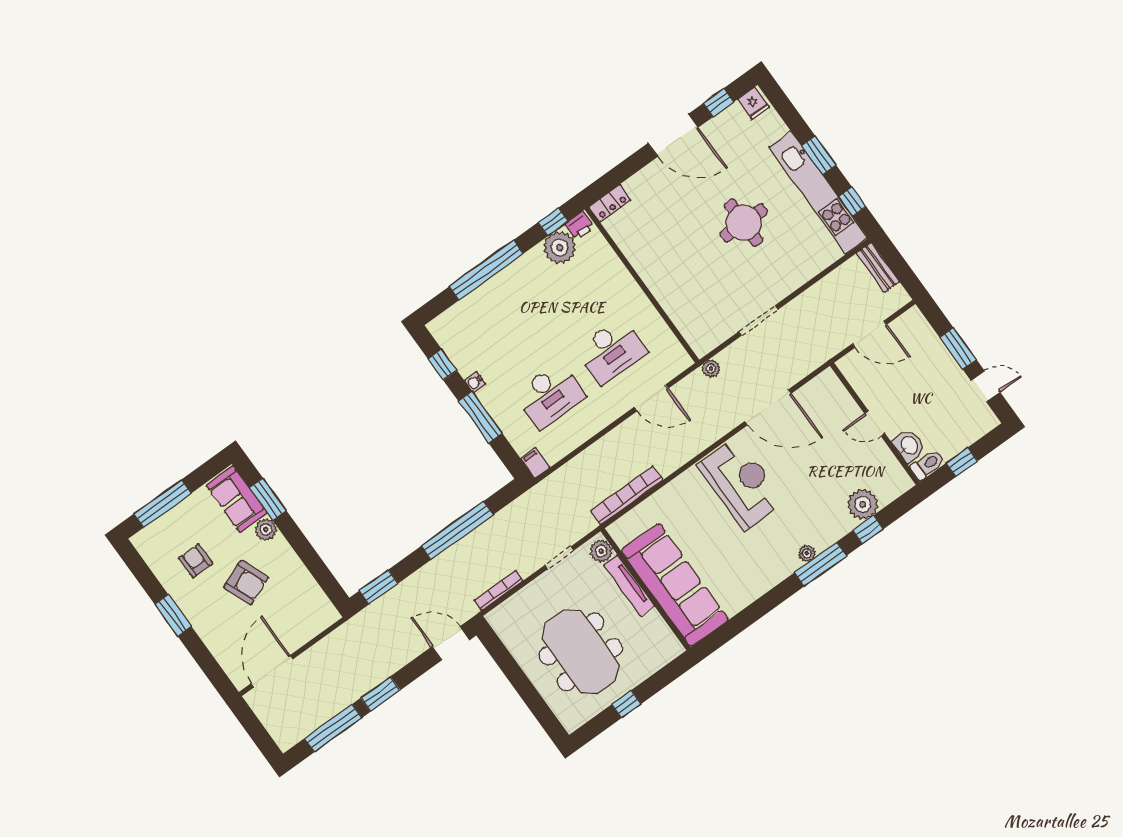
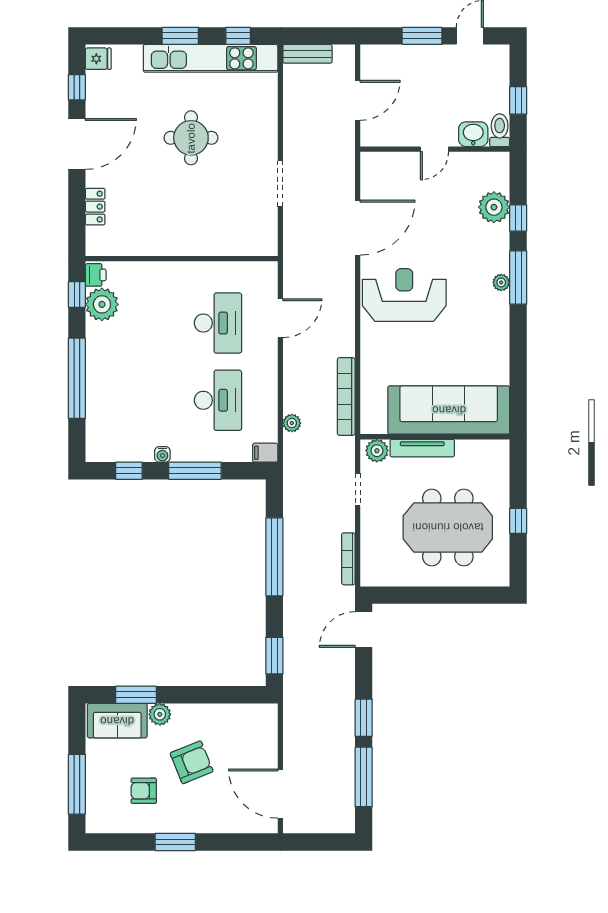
locker: (610, 203) -> (95, 207), moved
plant: (711, 369) -> (292, 423), moved

